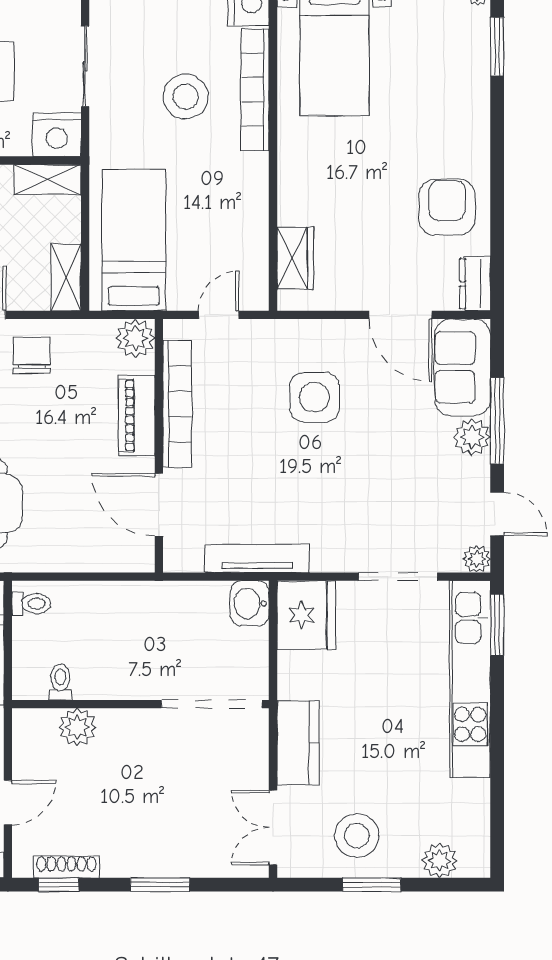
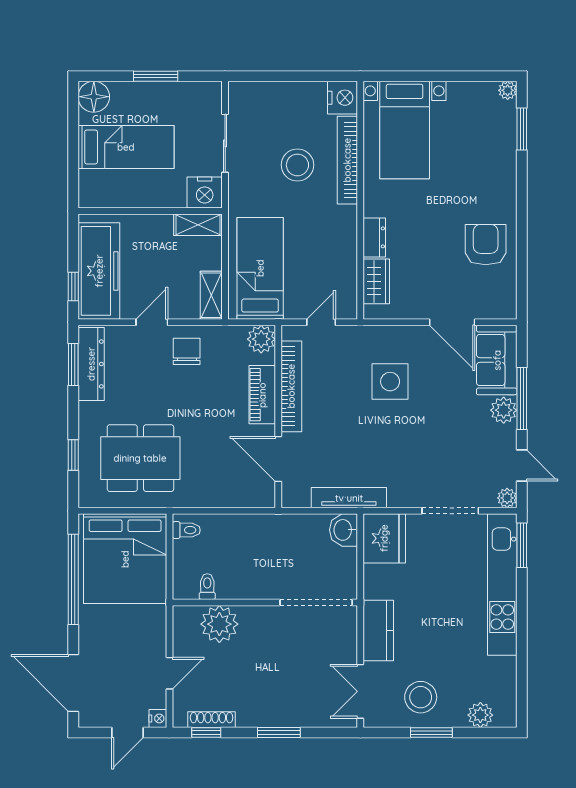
dresser: (475, 284) -> (374, 237), moved, turned 180
plant: (77, 727) -> (219, 624), width x1.36, depth x1.36

